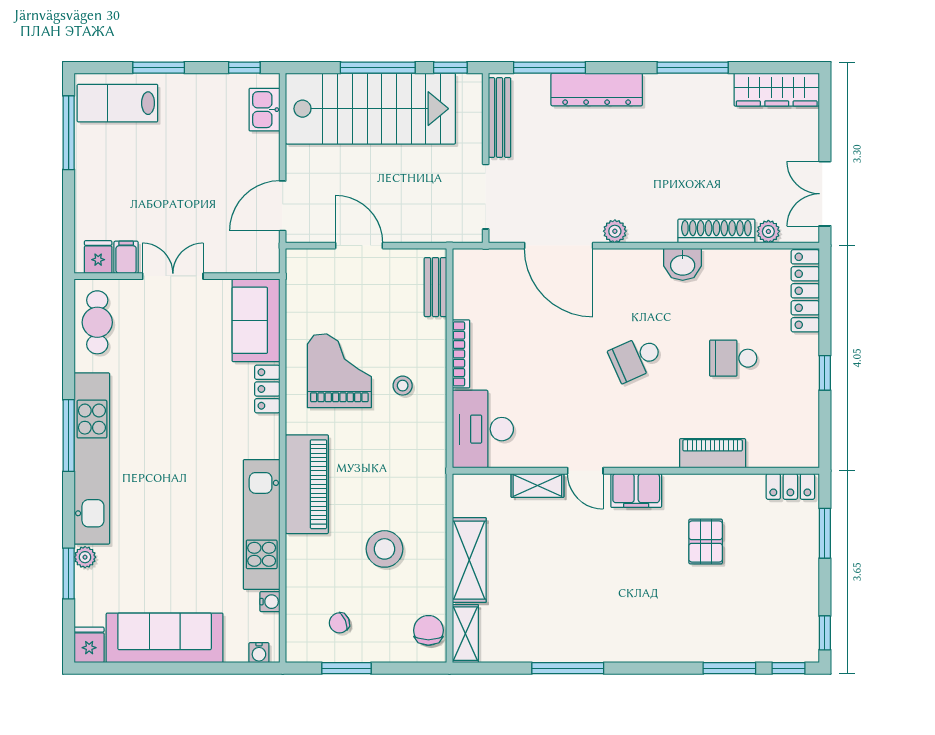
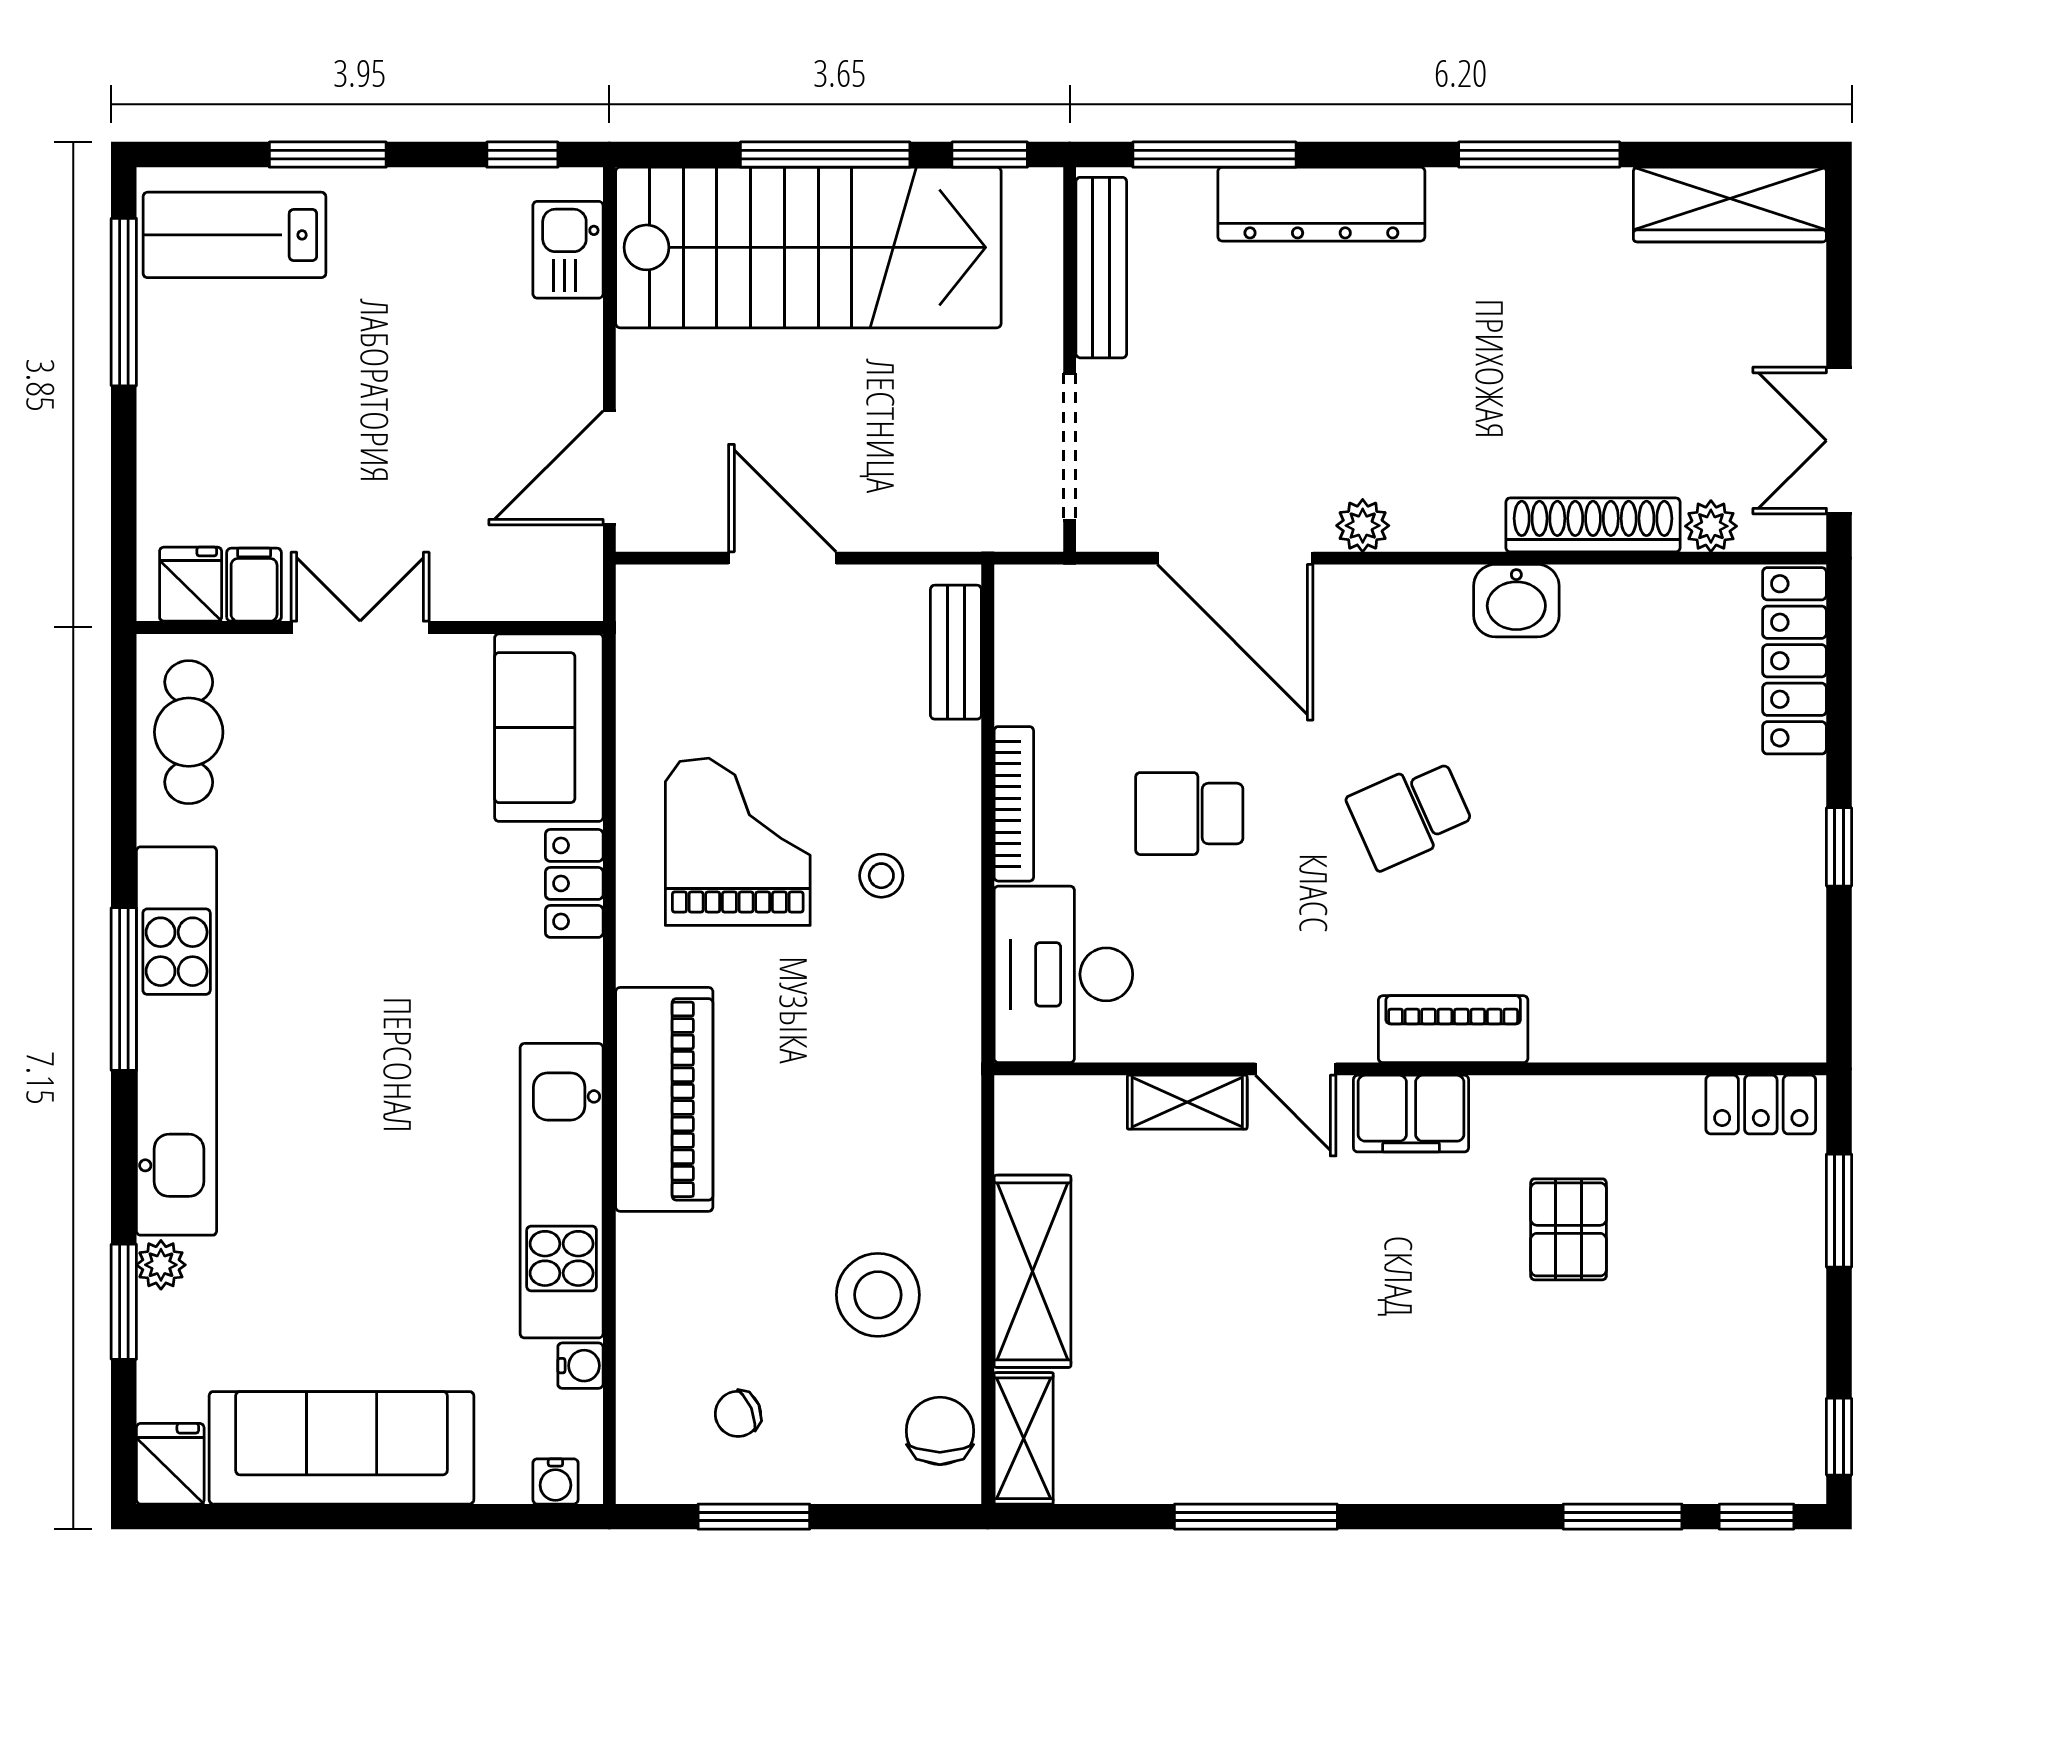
school desk: (733, 358) -> (1189, 814), moved
piano: (713, 453) -> (1453, 1029), moved
stool: (385, 549) -> (878, 1295), moved

